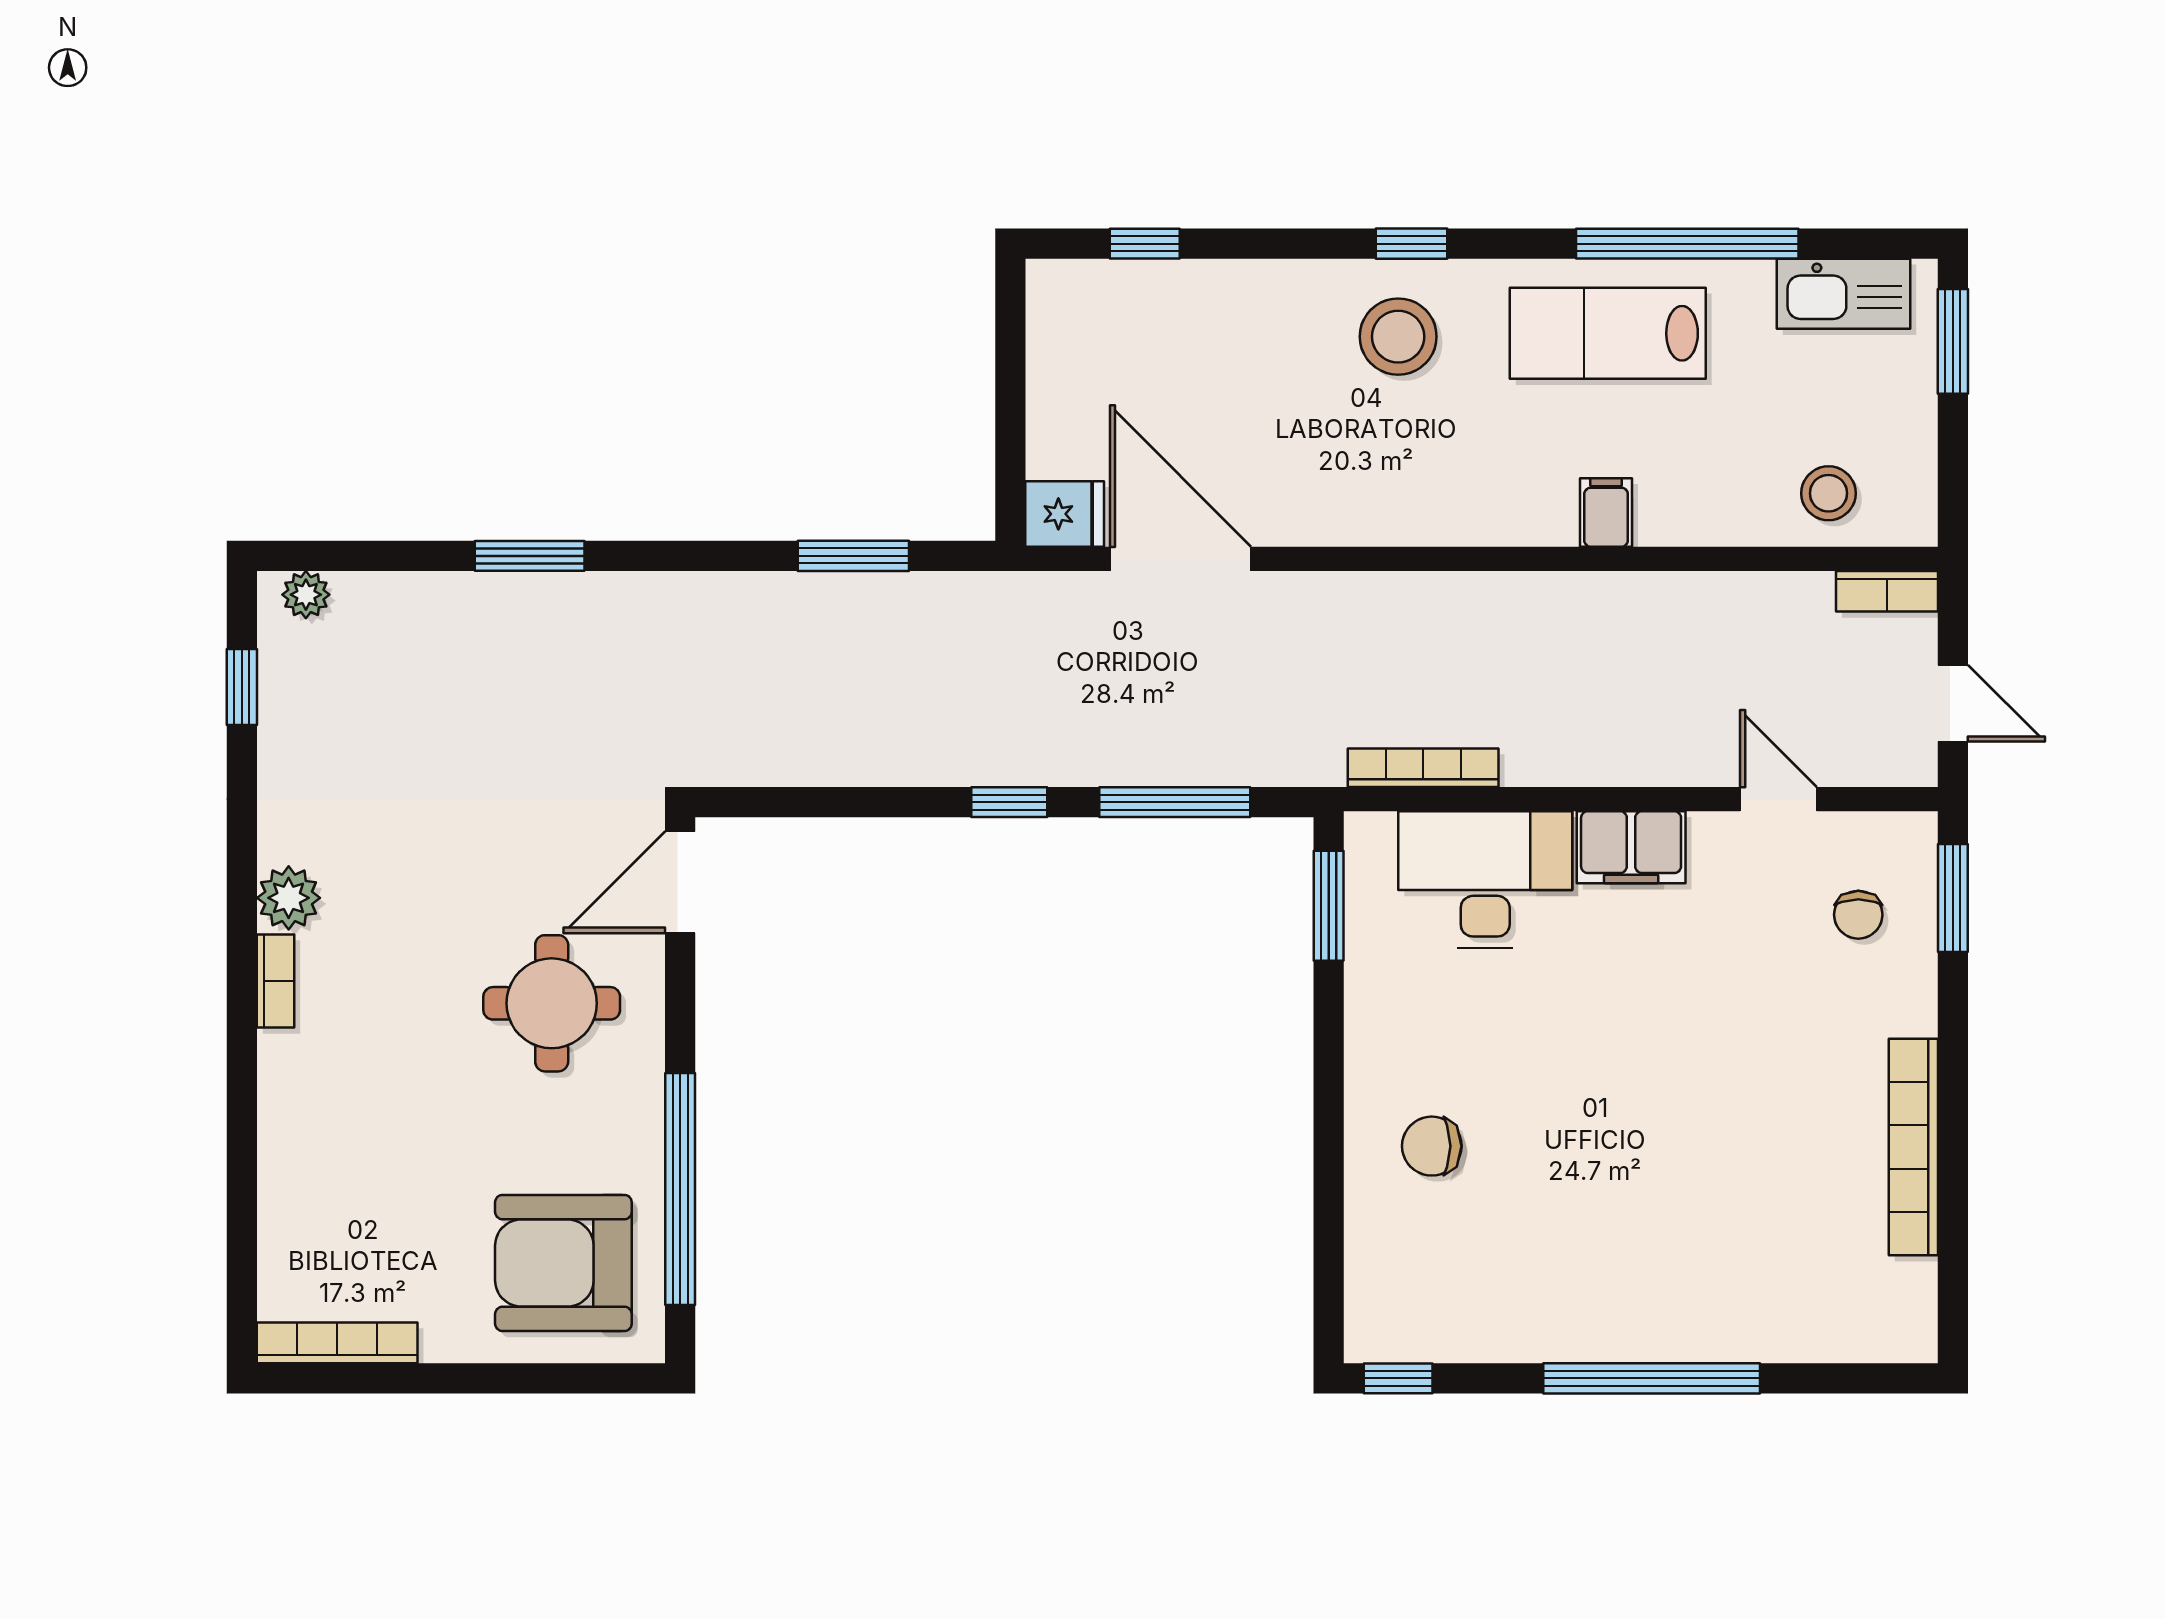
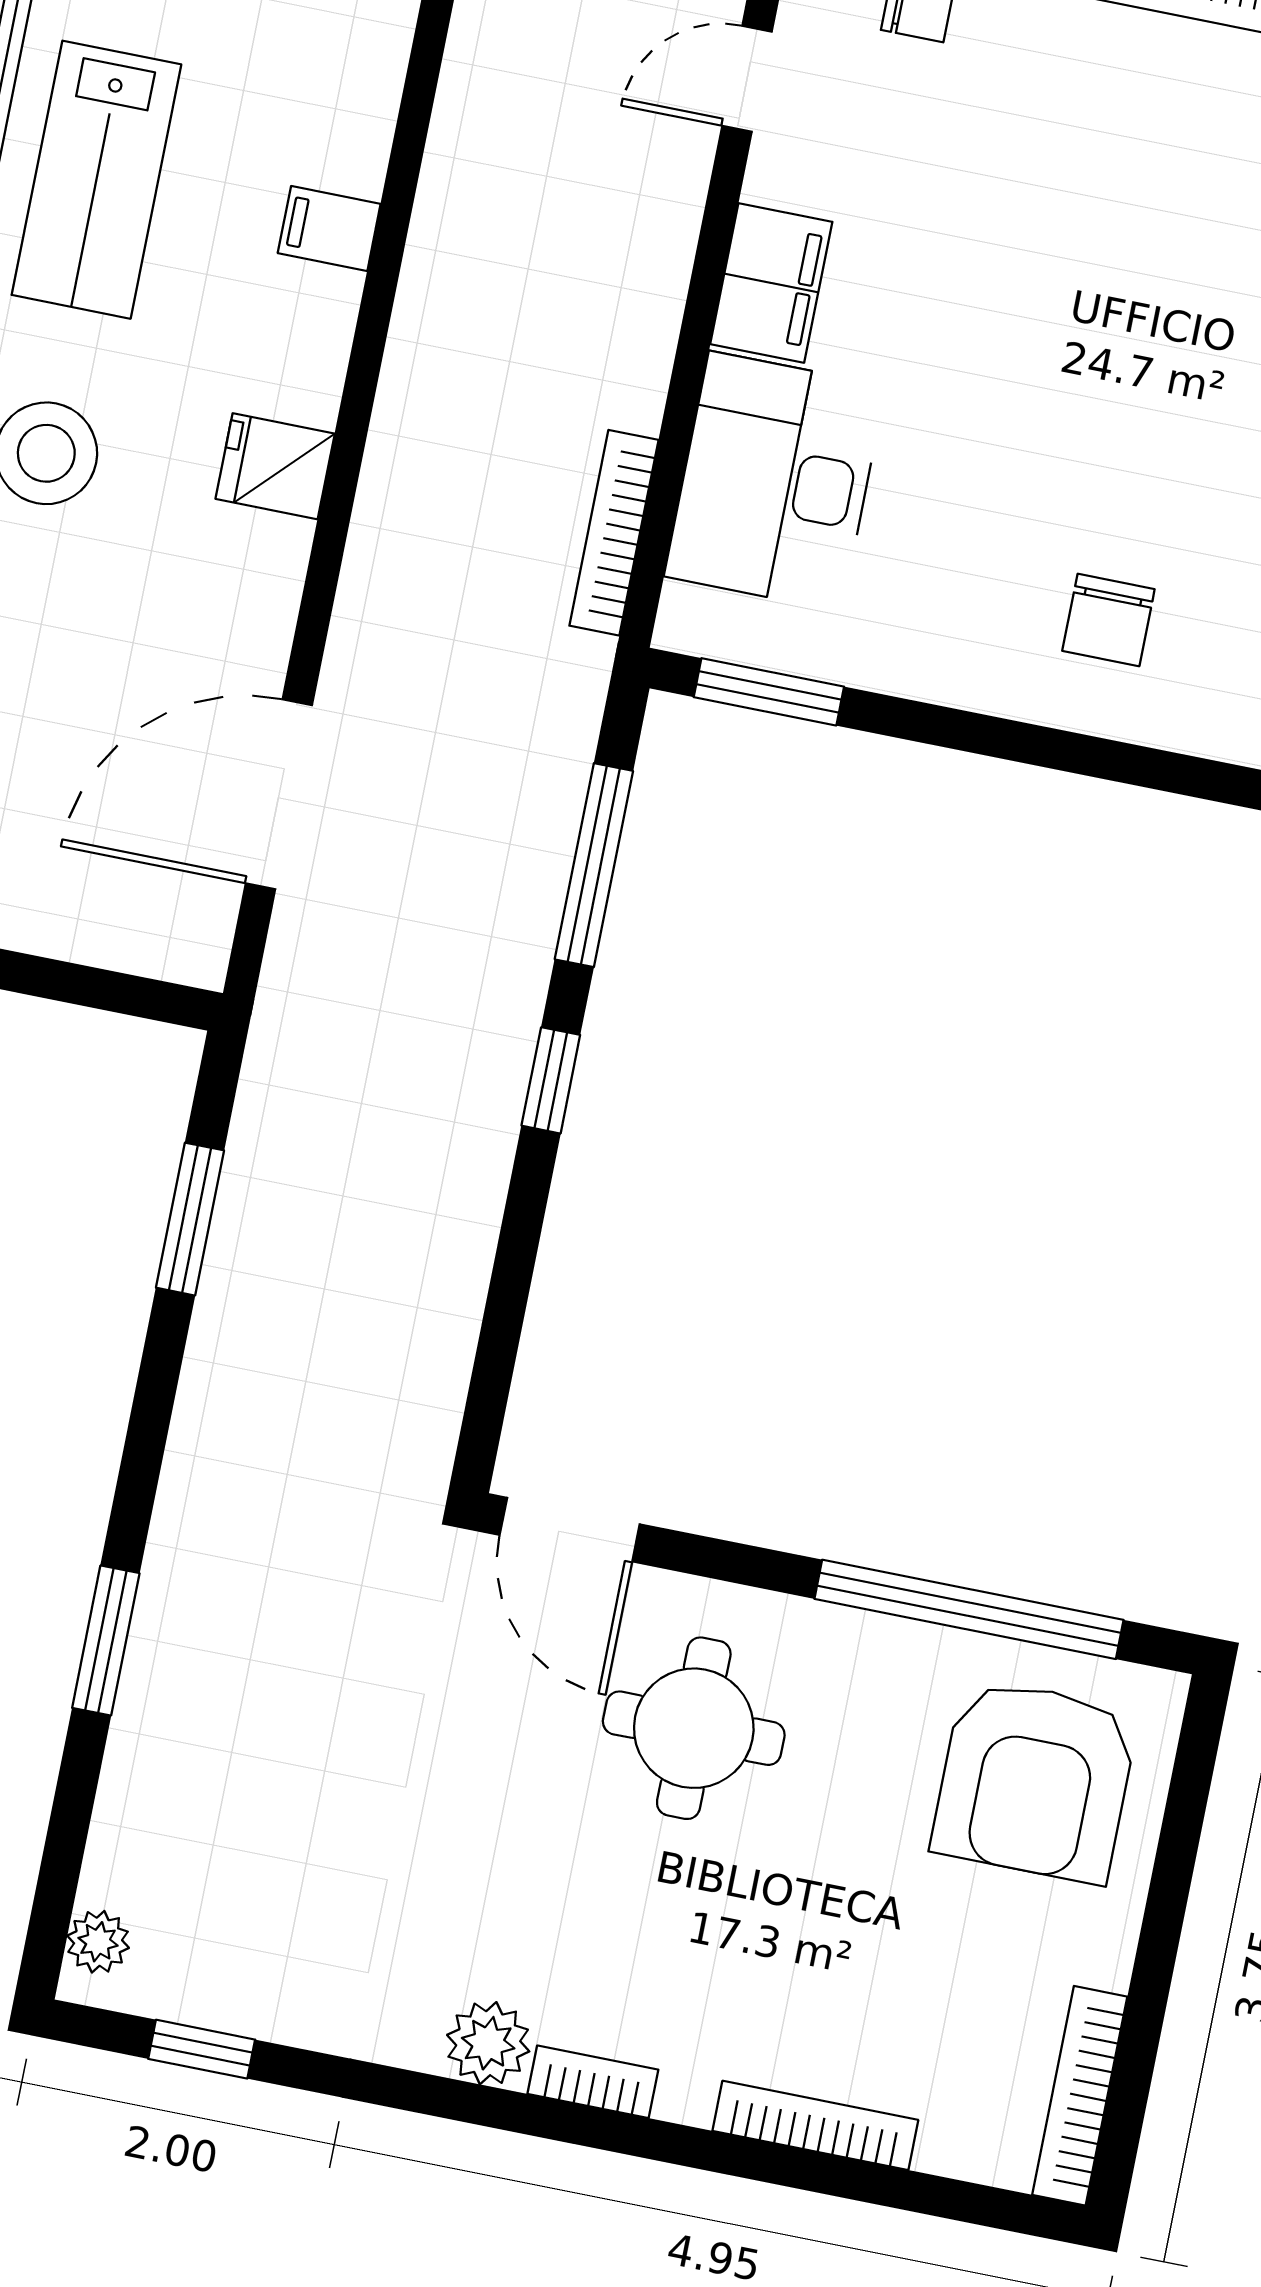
fridge: (1065, 514) -> (275, 466), moved, turned -90
bookcase: (276, 1152) -> (815, 2125), added

